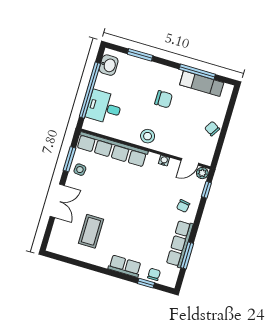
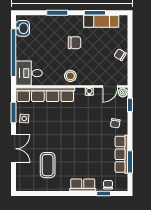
window: (140, 55) -> (57, 13), moved
window: (197, 72) -> (95, 13), width x0.69
desk: (104, 107) -> (29, 73), moved

